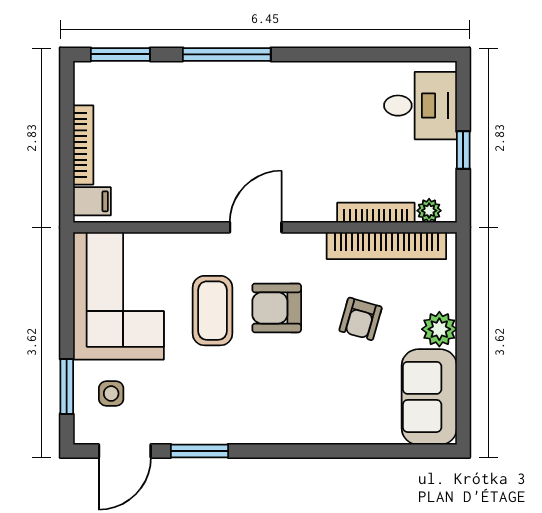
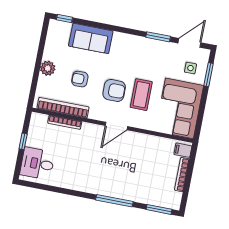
plant: (429, 211) -> (42, 119), removed
armchair: (361, 319) -> (80, 79), turned -106
sofa: (429, 397) -> (91, 38), moved, turned 90
window: (423, 451) -> (64, 19), added

